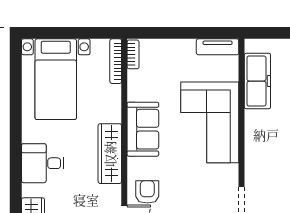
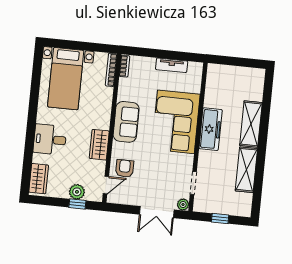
tv unit: (218, 47) -> (172, 65), moved
freezer: (257, 81) -> (211, 129), moved
wardrobe: (110, 154) -> (99, 145), width x0.67

